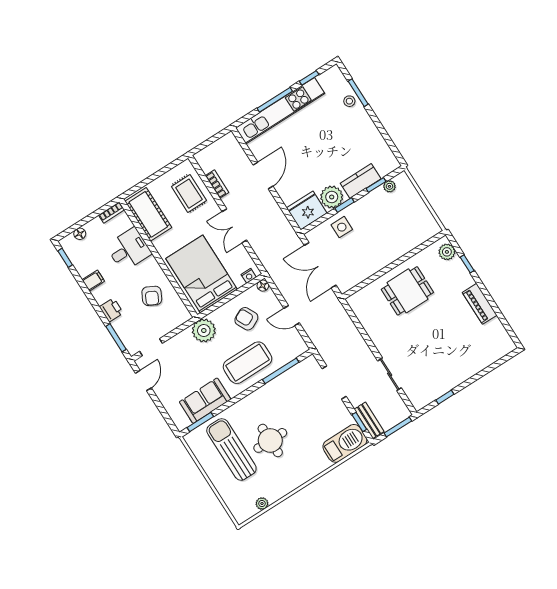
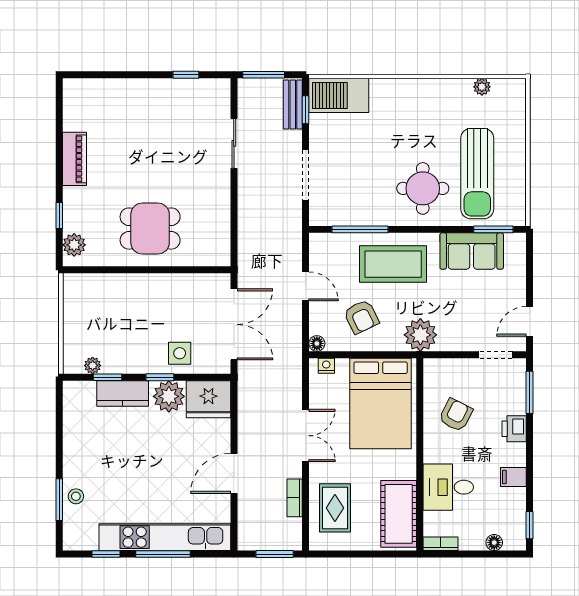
window: (207, 143) -> (275, 554), added
round table: (270, 440) -> (423, 188), moved

